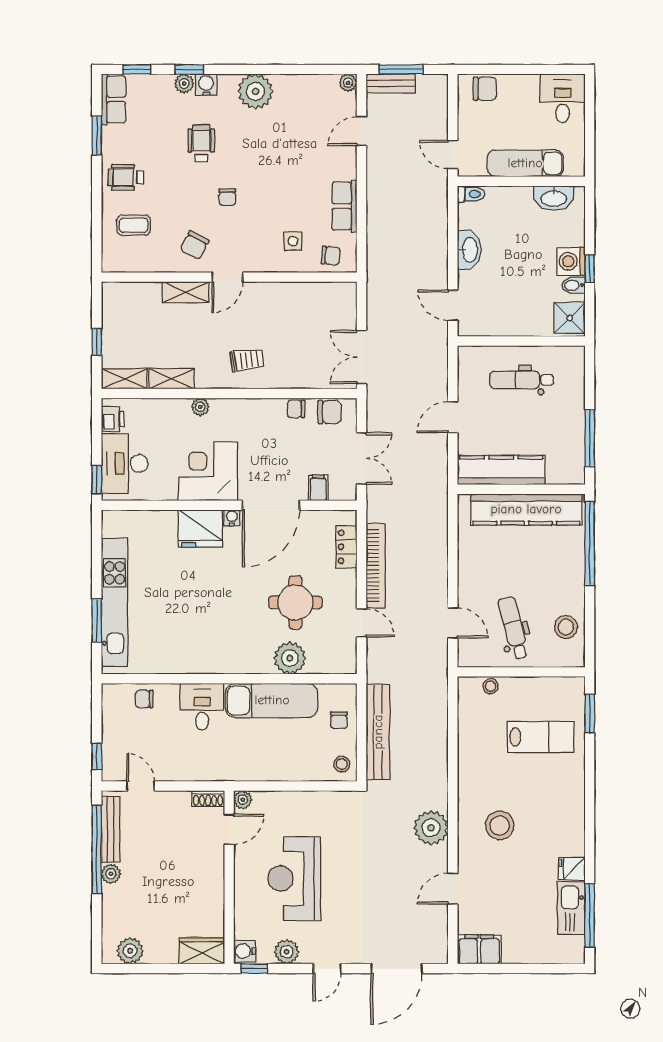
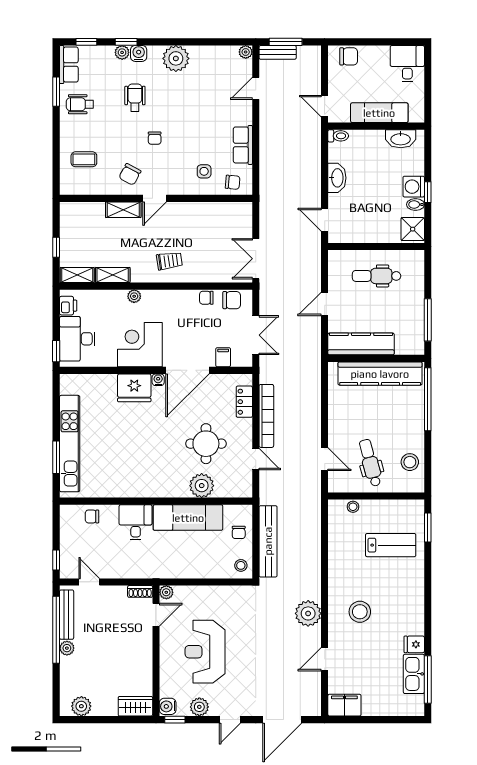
wheelchair: (126, 177) -> (80, 104), moved

